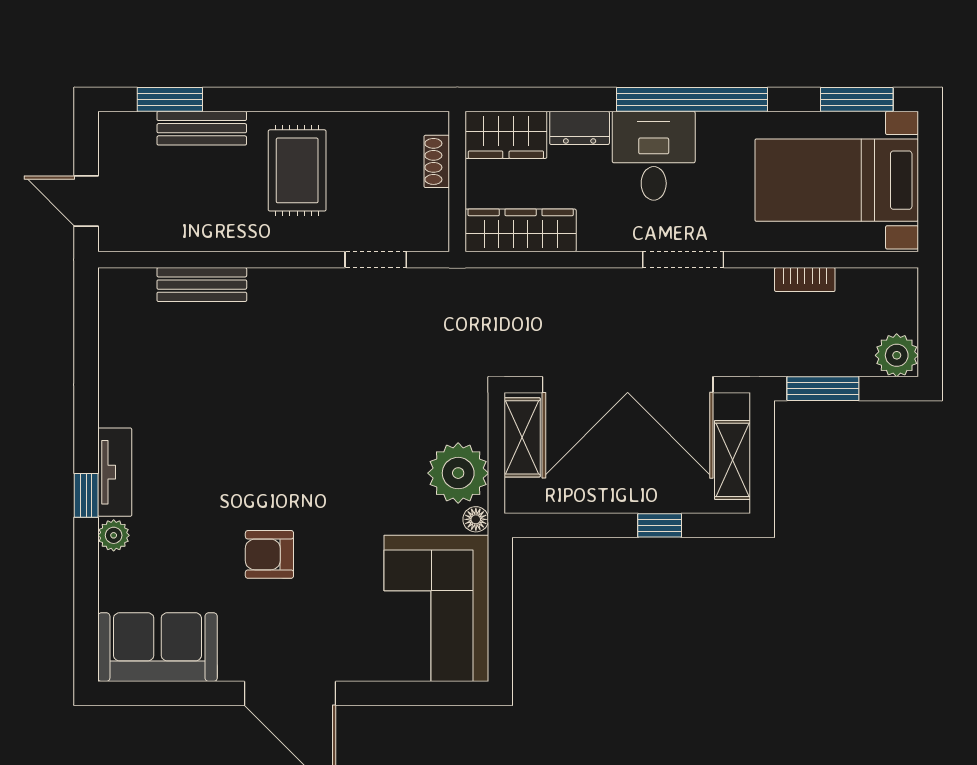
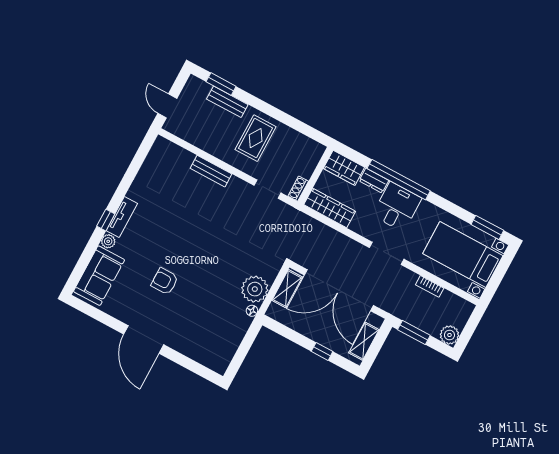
window: (692, 99) -> (399, 180), moved
shoe rack: (437, 161) -> (298, 189), moved
bench: (202, 285) -> (211, 171), moved
corner sofa: (436, 608) -> (218, 337), removed
sofa: (157, 647) -> (99, 276), moved, turned 90

